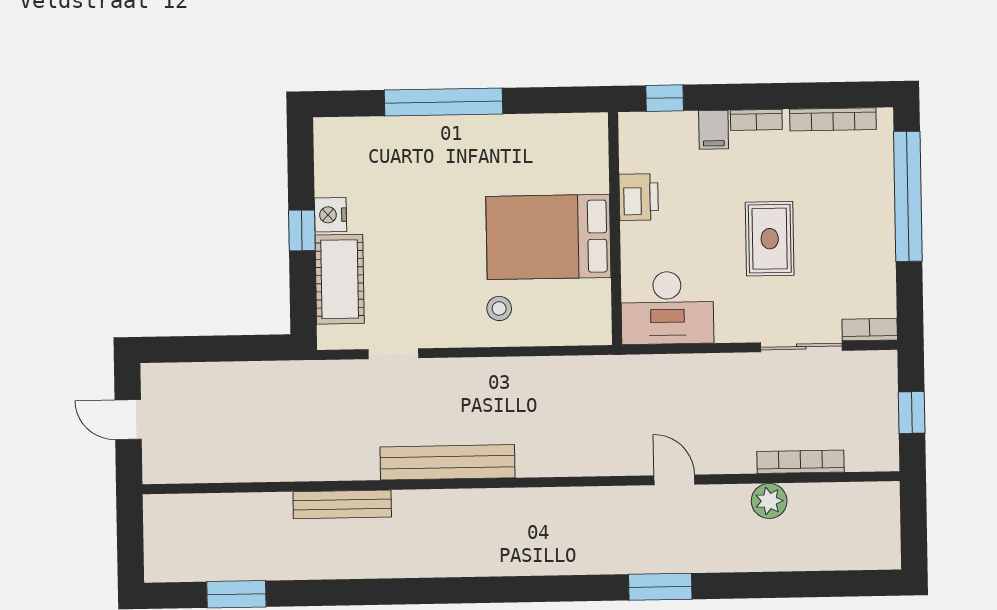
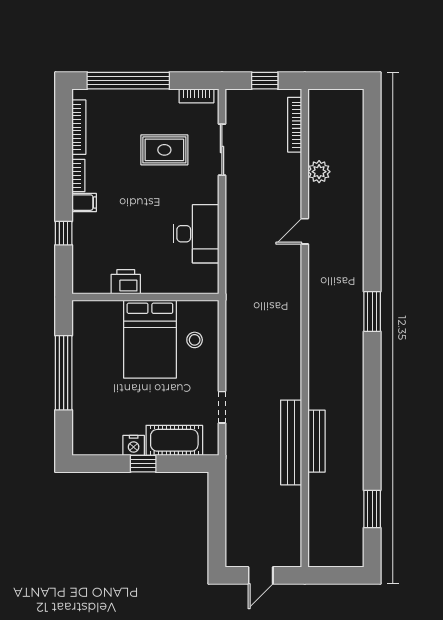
printer: (639, 197) -> (126, 282), moved
wall: (615, 229) -> (145, 297), moved
bed: (548, 237) -> (150, 339), moved
rug: (770, 239) -> (164, 150), moved
bookcase: (870, 330) -> (197, 96), moved, turned -90
bench: (447, 462) -> (291, 442), moved
bookcase: (801, 462) -> (295, 125), moved
window: (660, 587) -> (372, 311), moved

